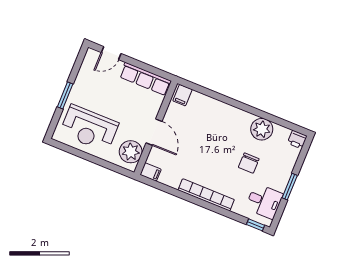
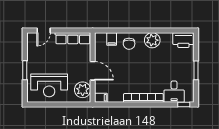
filing cabinet: (182, 95) -> (112, 39), moved
plant: (262, 129) -> (152, 40), moved
printer: (297, 140) -> (183, 40), width x1.87, depth x1.48
chair: (249, 163) -> (129, 44), moved
desk: (264, 201) -> (174, 92), moved, turned 90

